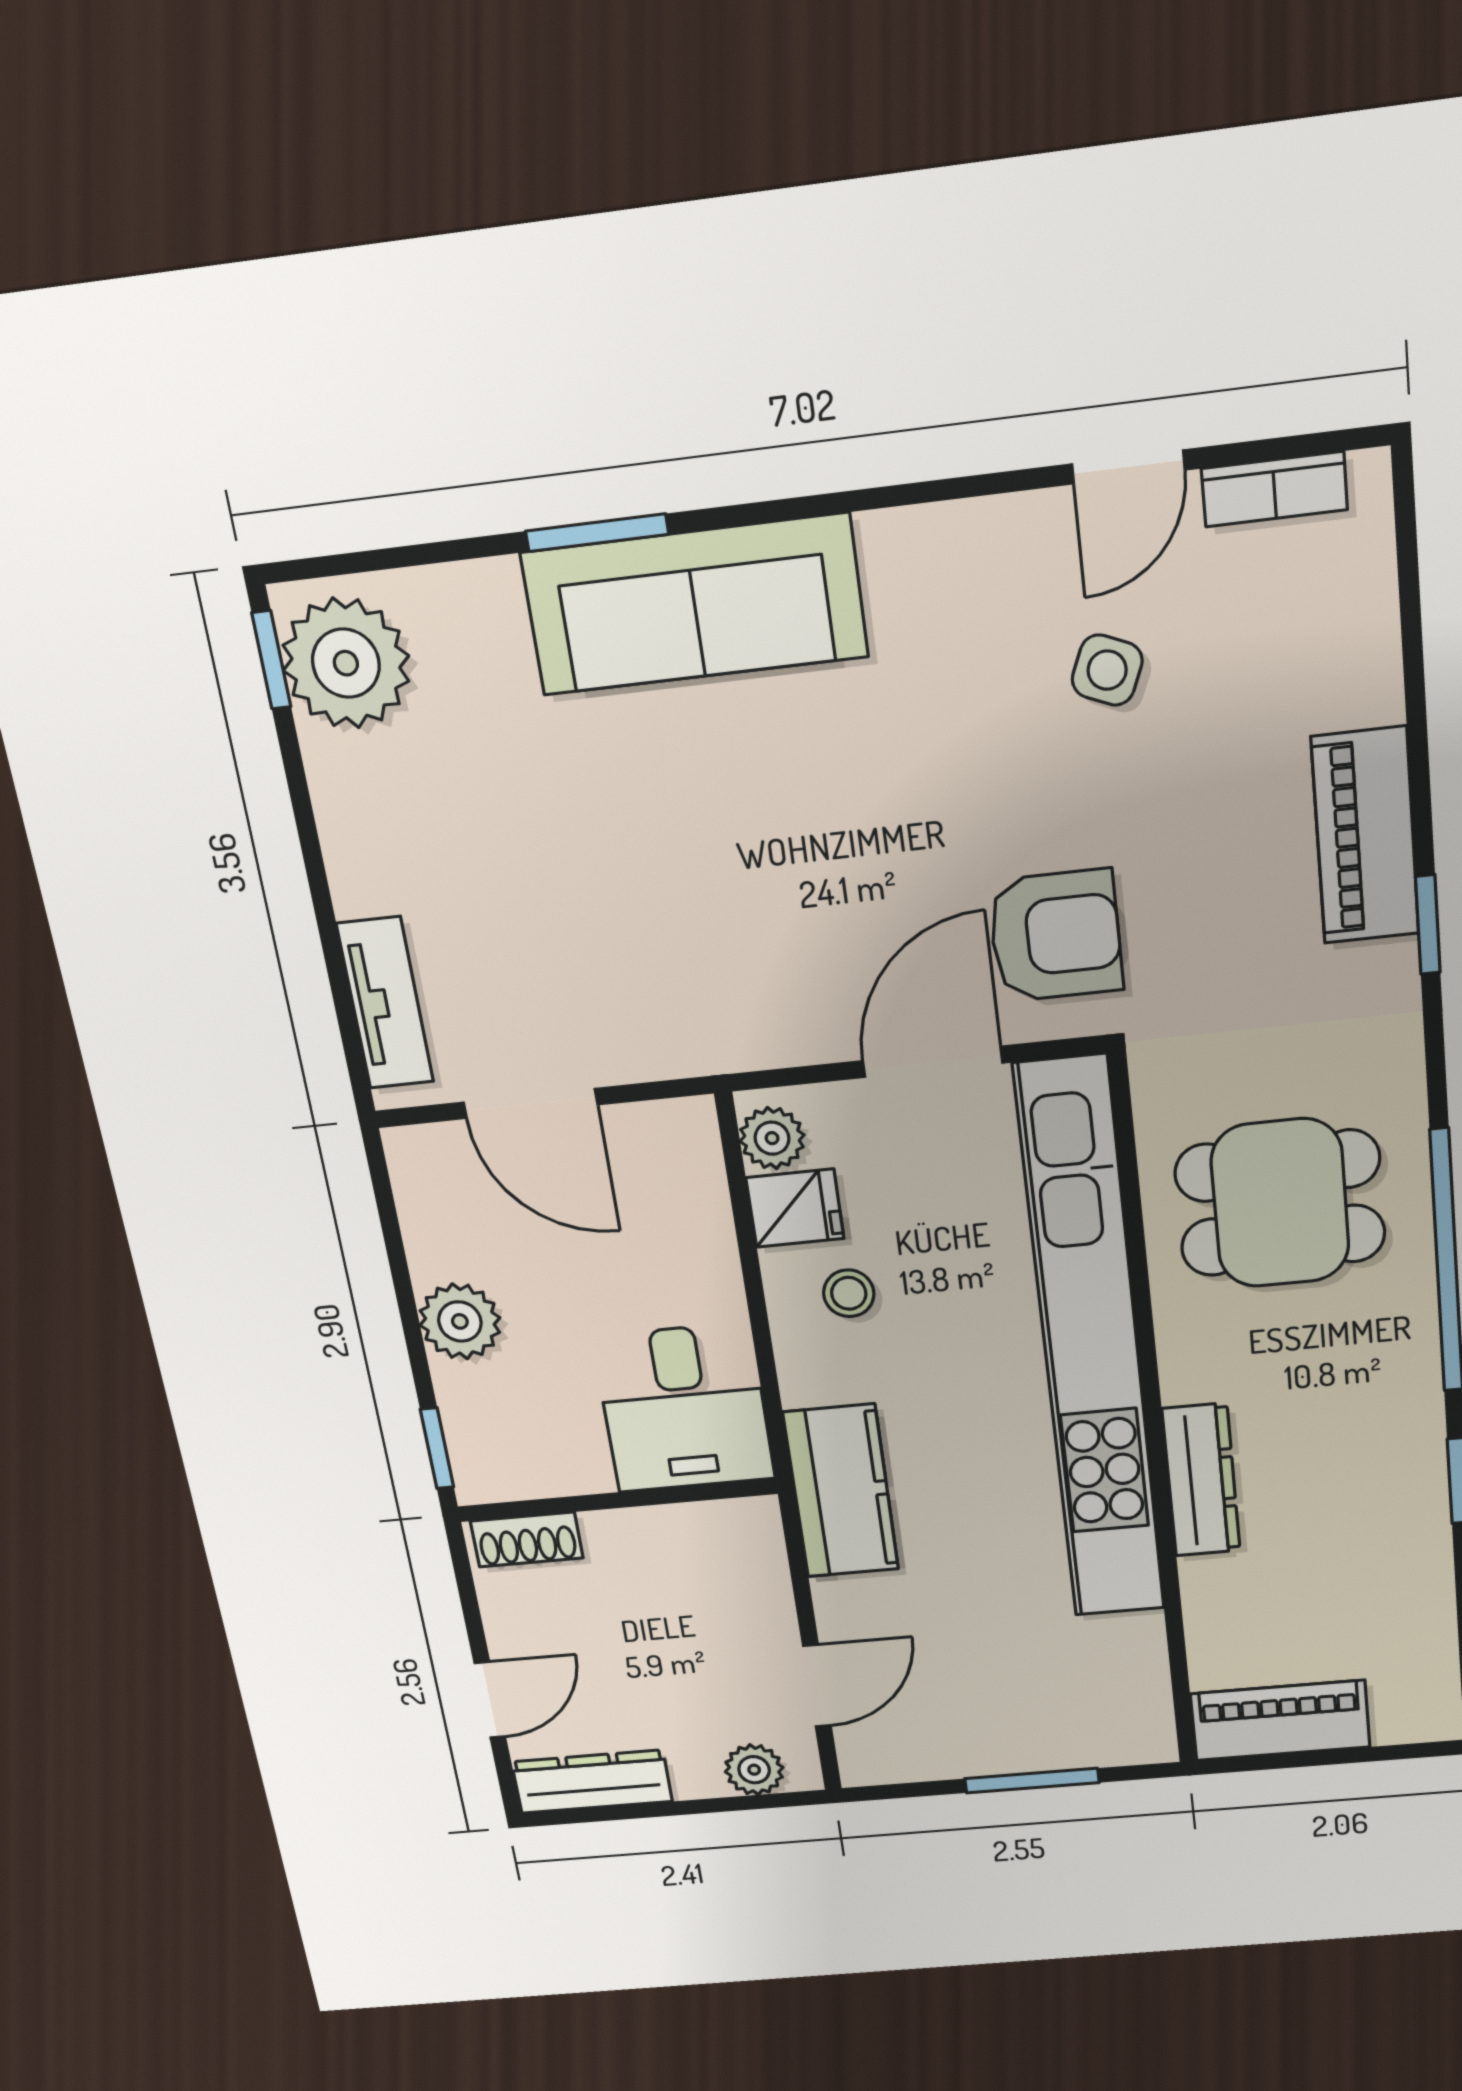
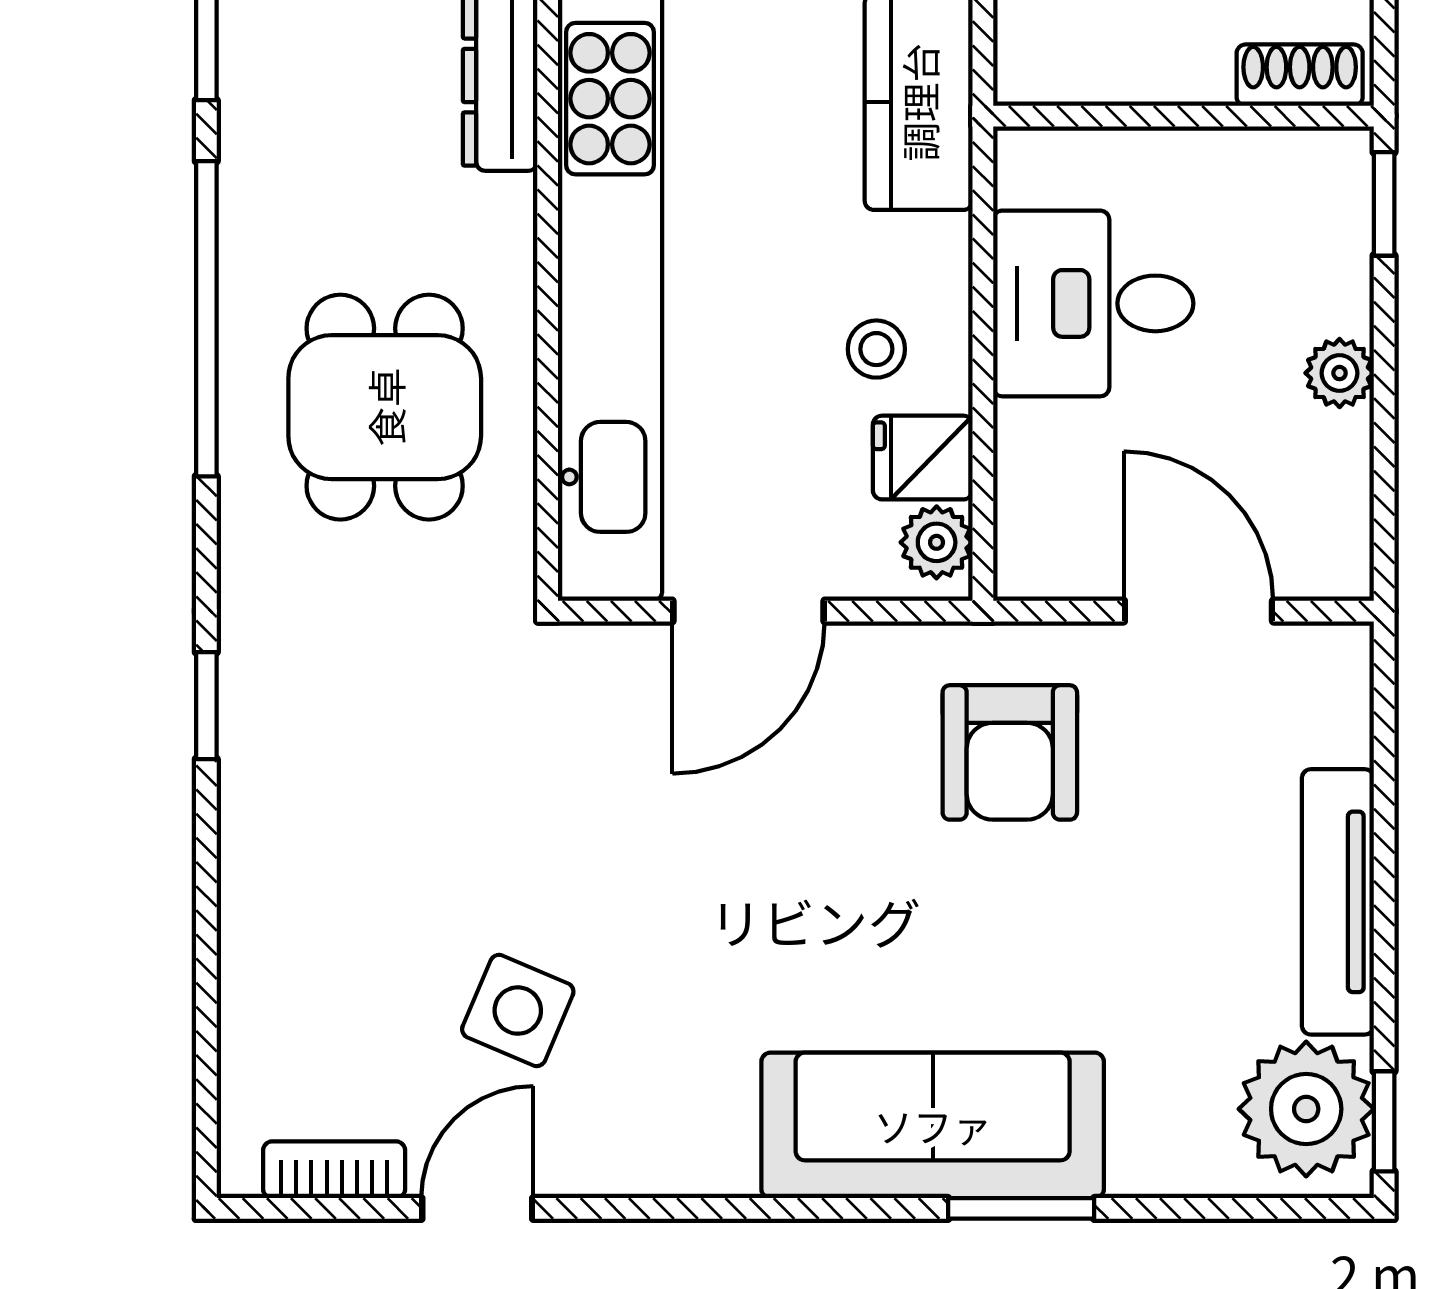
side table: (1107, 670) -> (518, 1011), width x1.37, depth x1.37
piano: (1365, 836) -> (266, 808), removed
armchair: (1055, 936) -> (1010, 752), moved, turned -90
tv unit: (385, 1003) -> (1338, 902), moved, width x1.41
dining table: (1280, 1203) -> (385, 407), turned 90
plant: (460, 1321) -> (1340, 373), width x0.73, depth x0.73
desk: (684, 1408) -> (1093, 303), moved, turned -90

